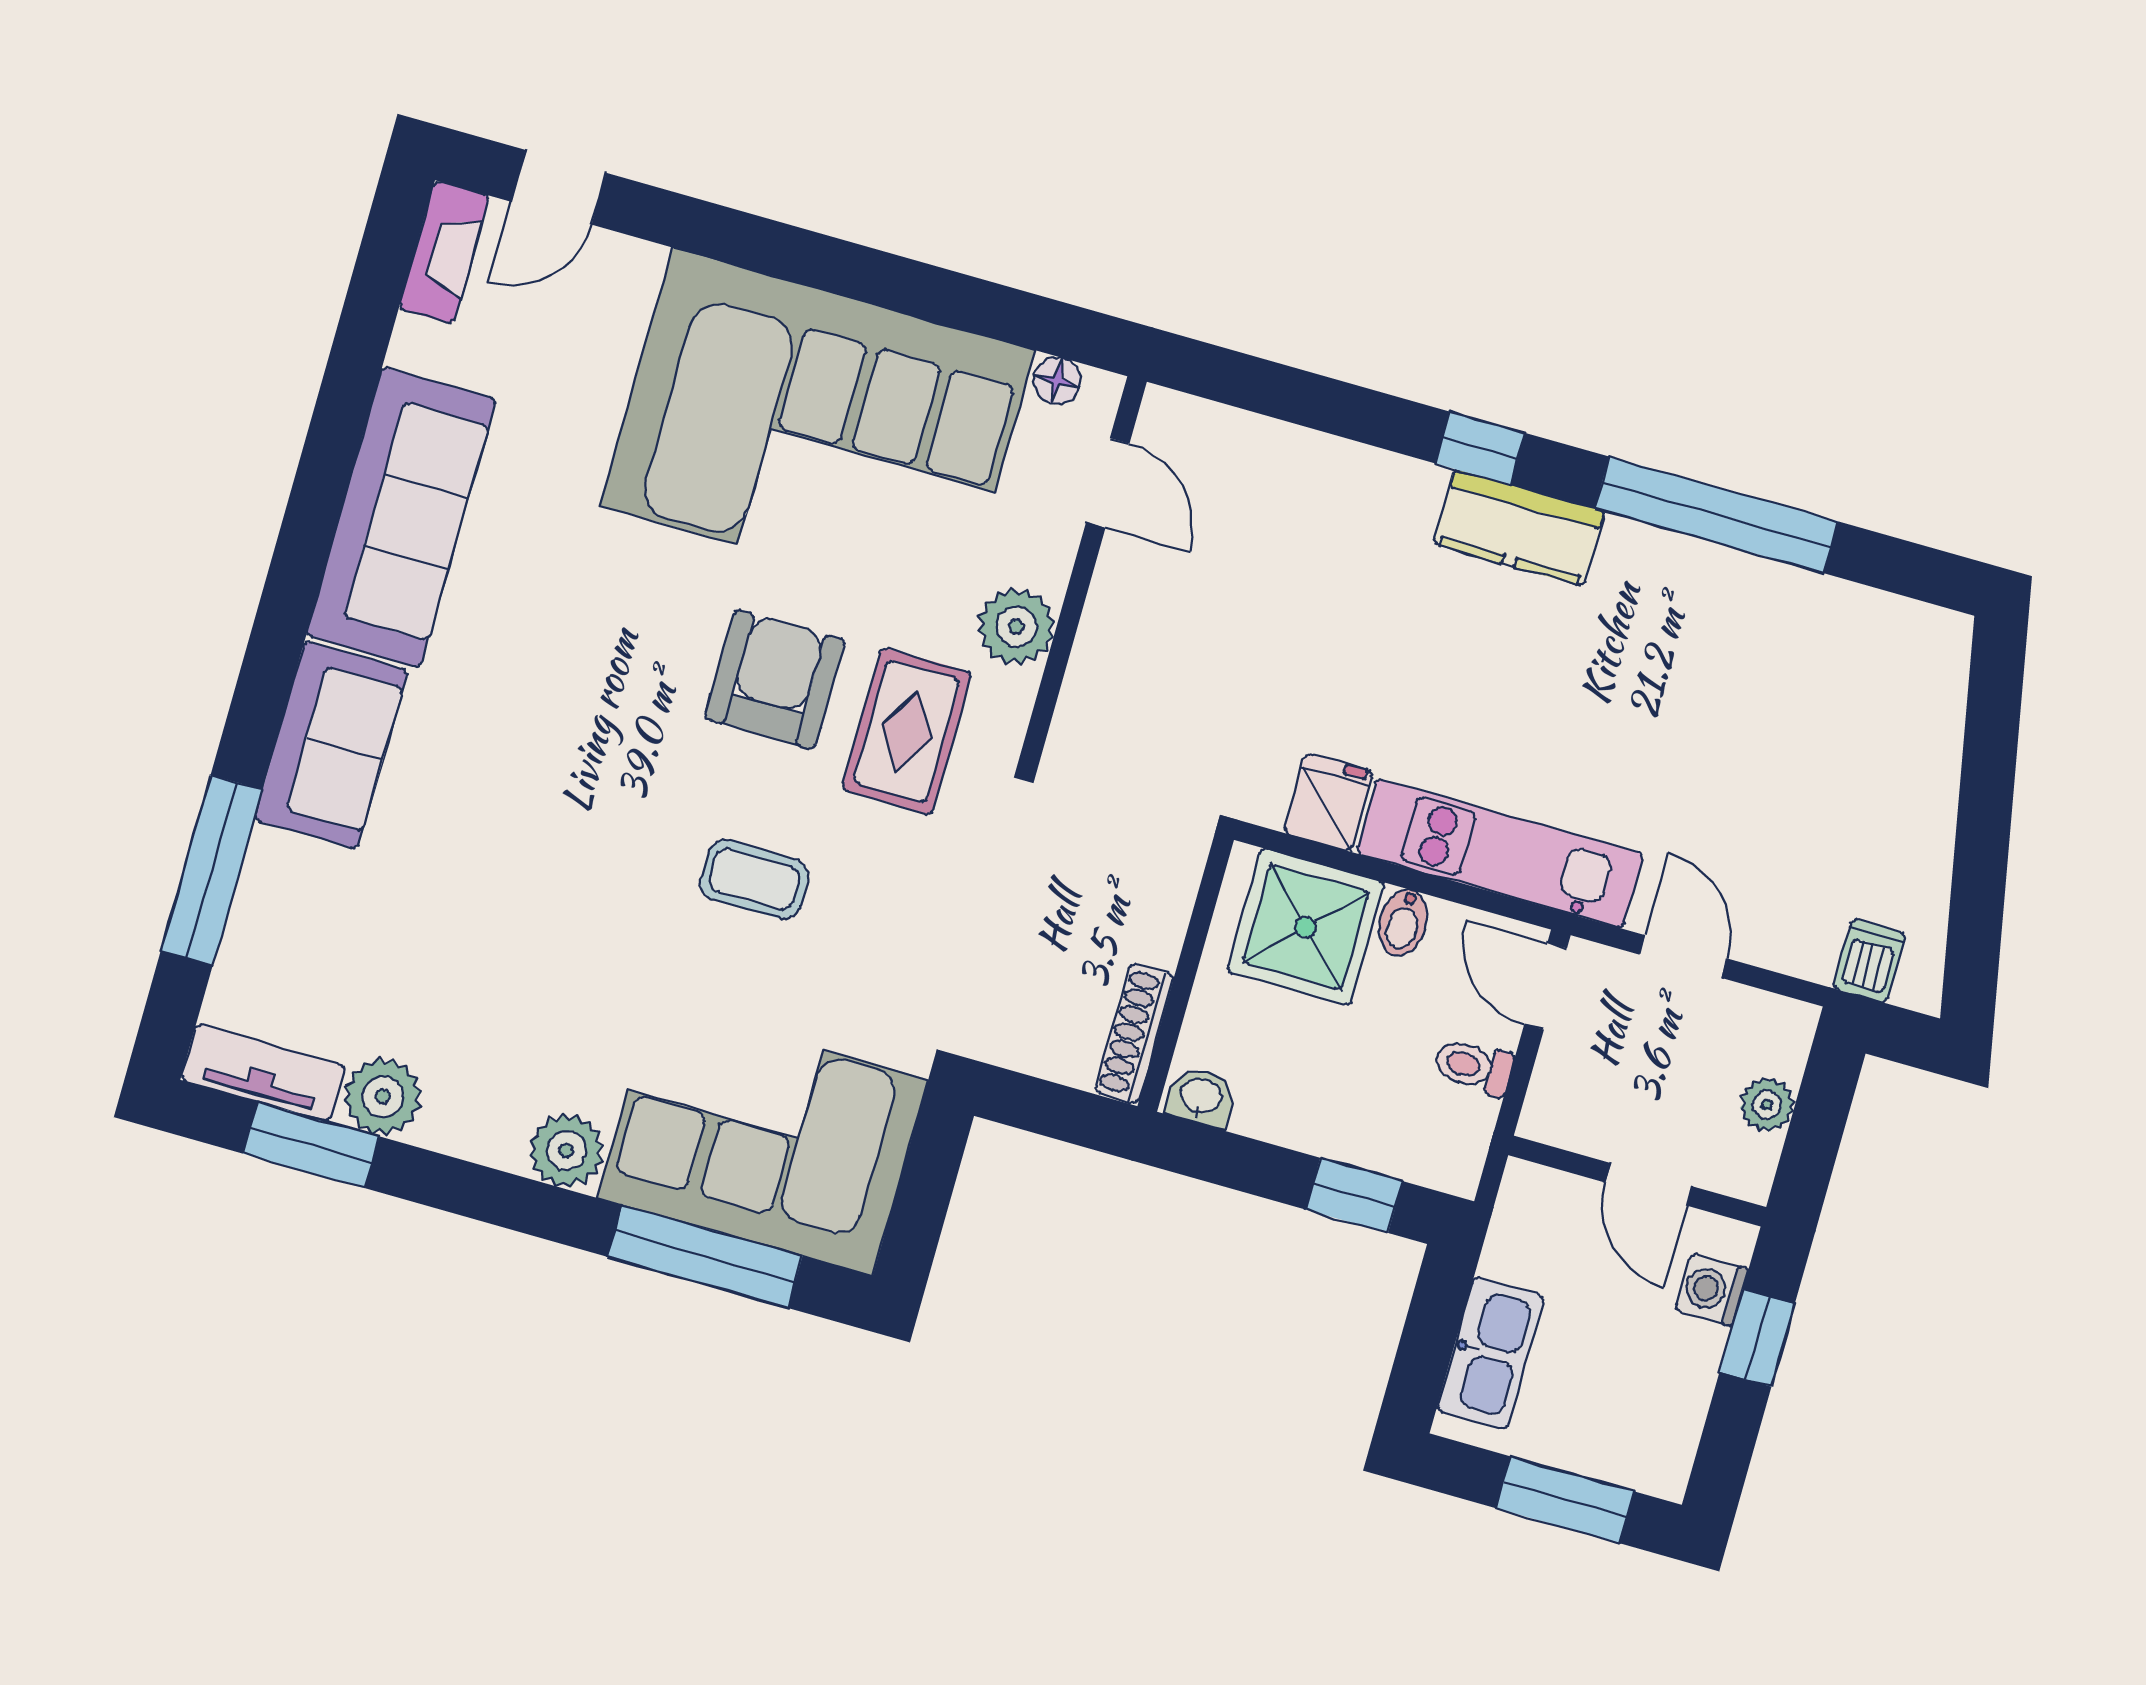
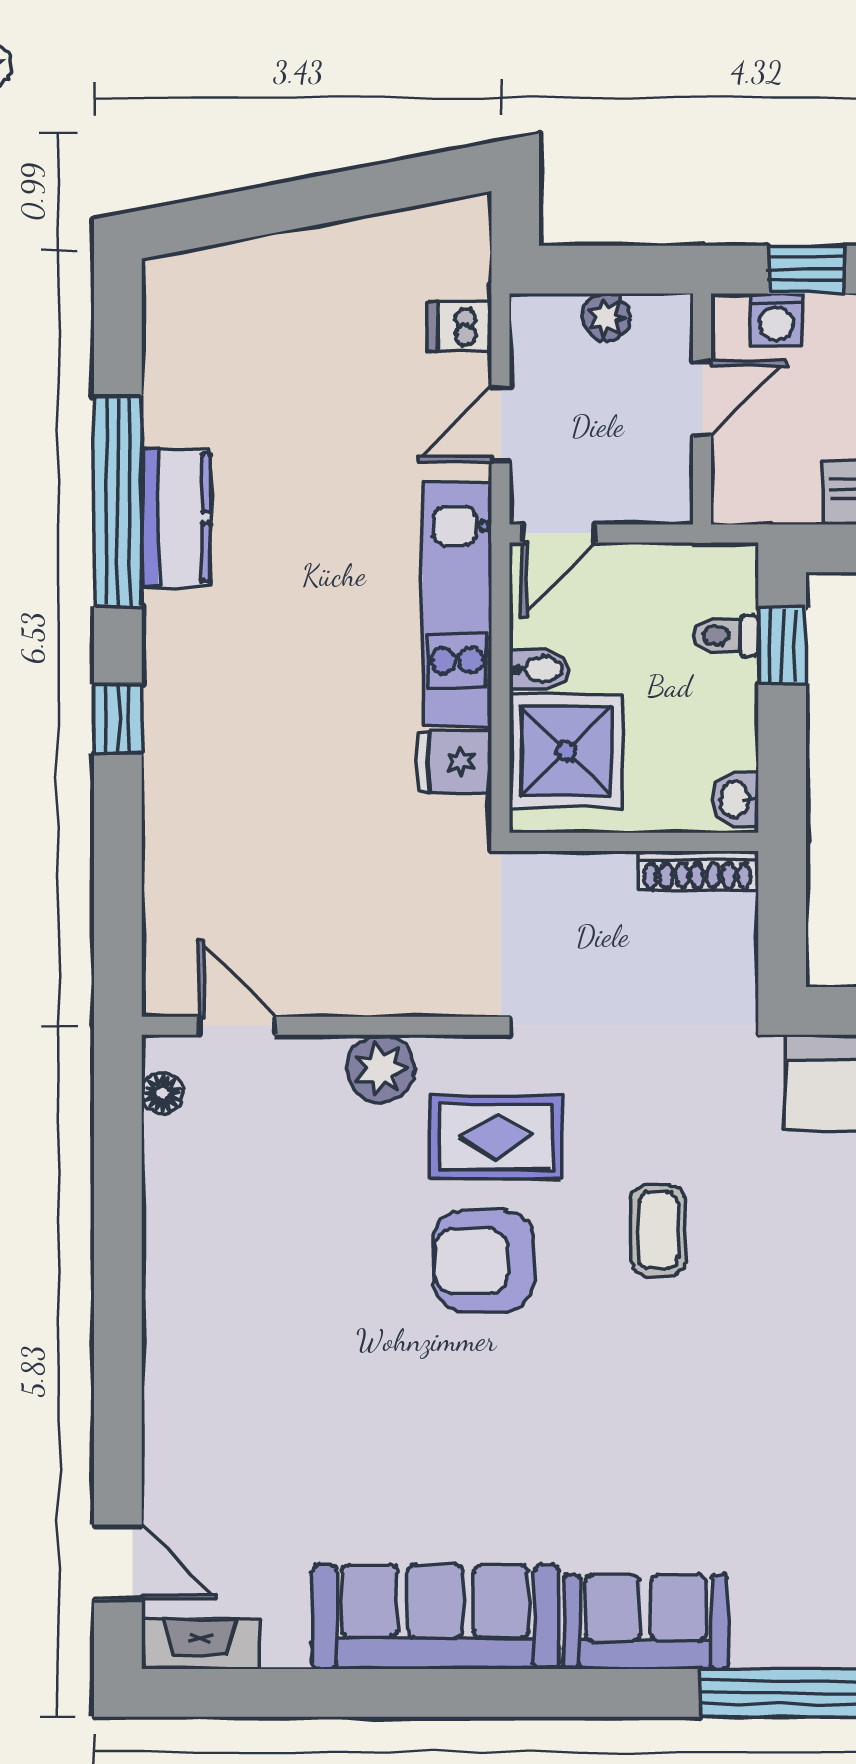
corner sofa: (818, 428) -> (260, 1285), removed
door: (1108, 483) -> (237, 1026), hinge flipped
kitchen counter: (1519, 528) -> (176, 518), moved
dishwasher: (1869, 961) -> (459, 326), moved
toilet: (1473, 1066) -> (725, 636), moved, turned 90

